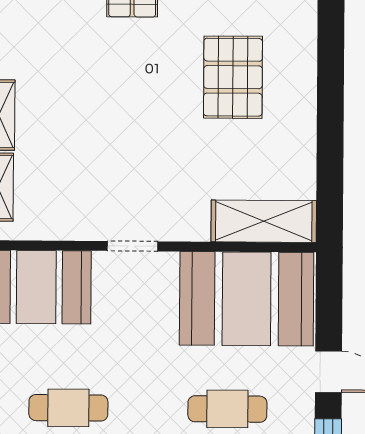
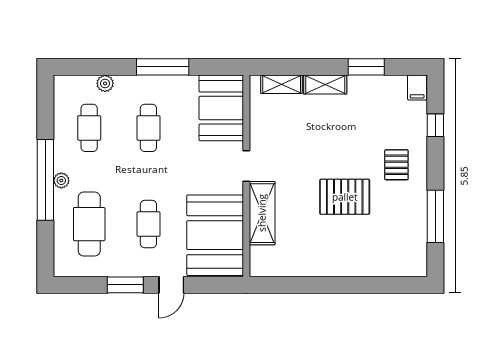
pallet: (233, 77) -> (345, 197), moved
shelving: (264, 221) -> (262, 213), moved

